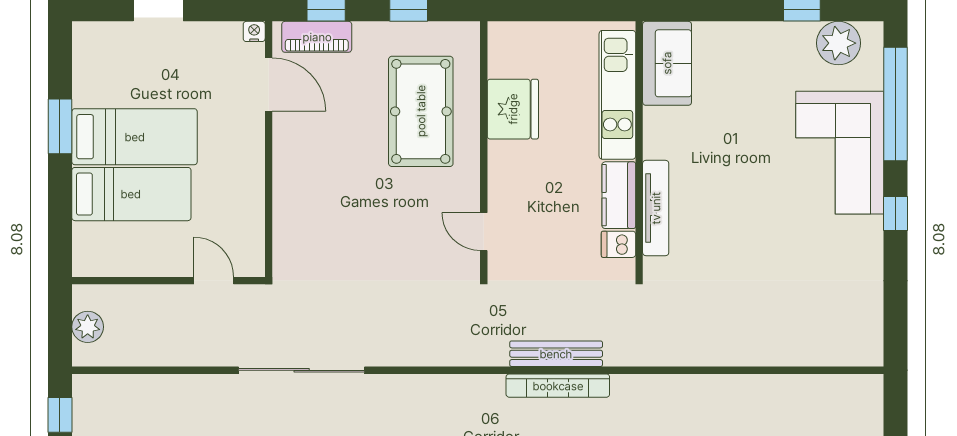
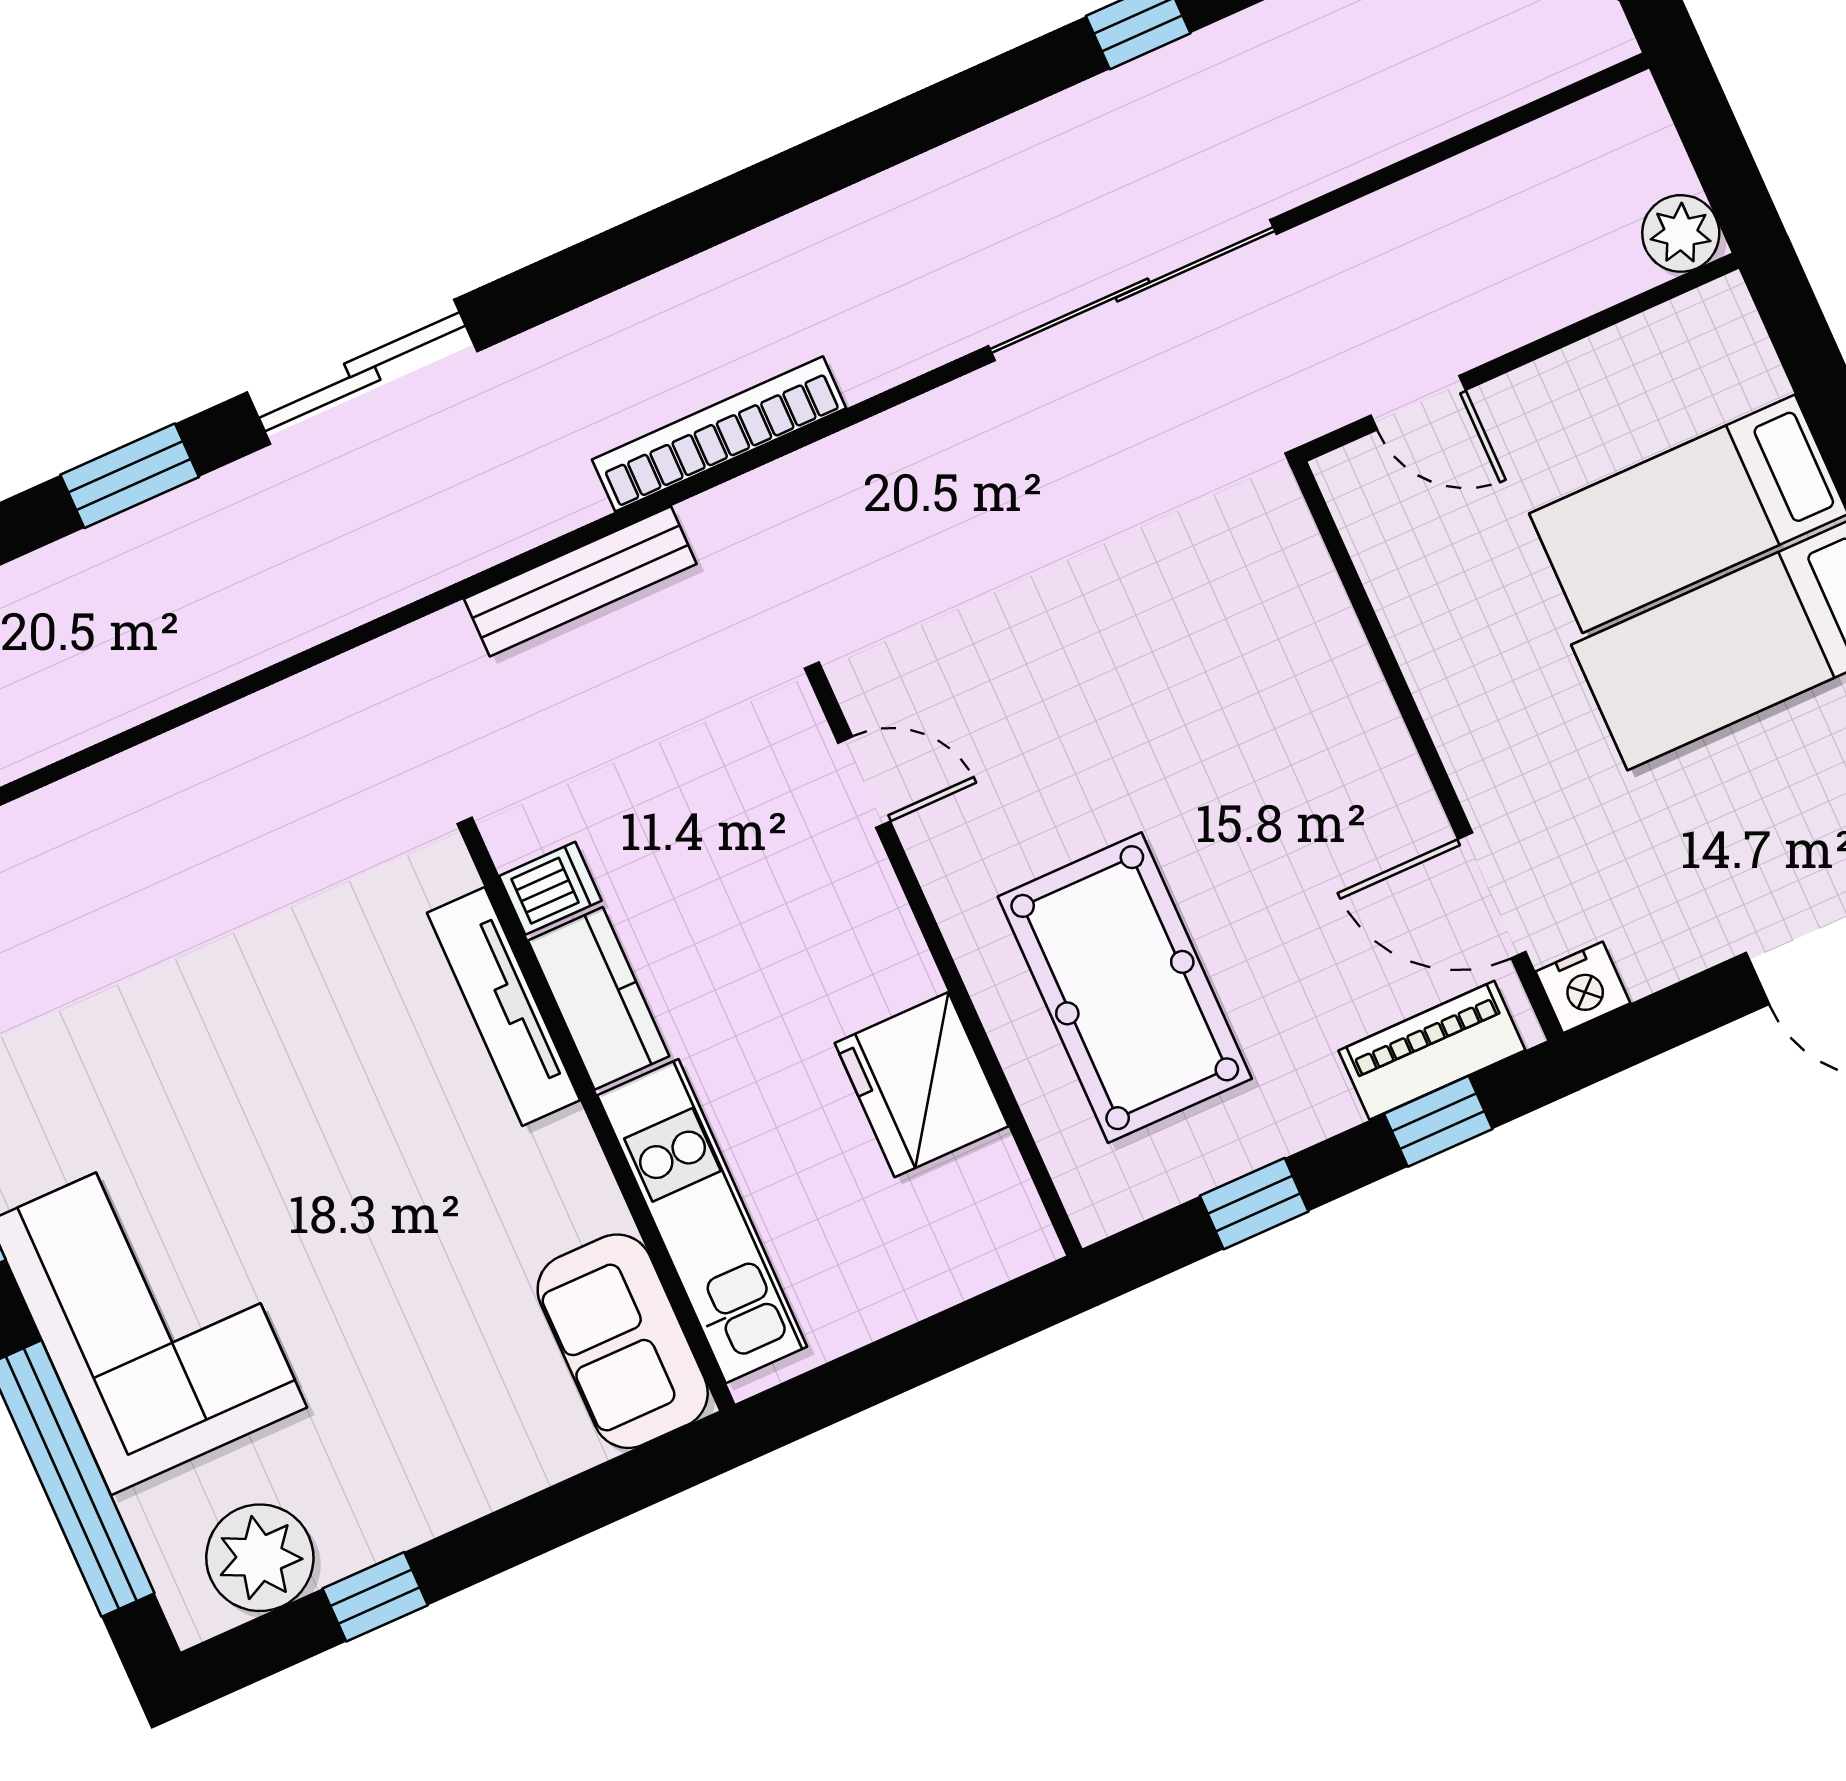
nightstand: (254, 31) -> (1583, 987), width x1.39, depth x1.35
plant: (88, 327) -> (1681, 233), moved
bookcase: (558, 386) -> (719, 434), moved

